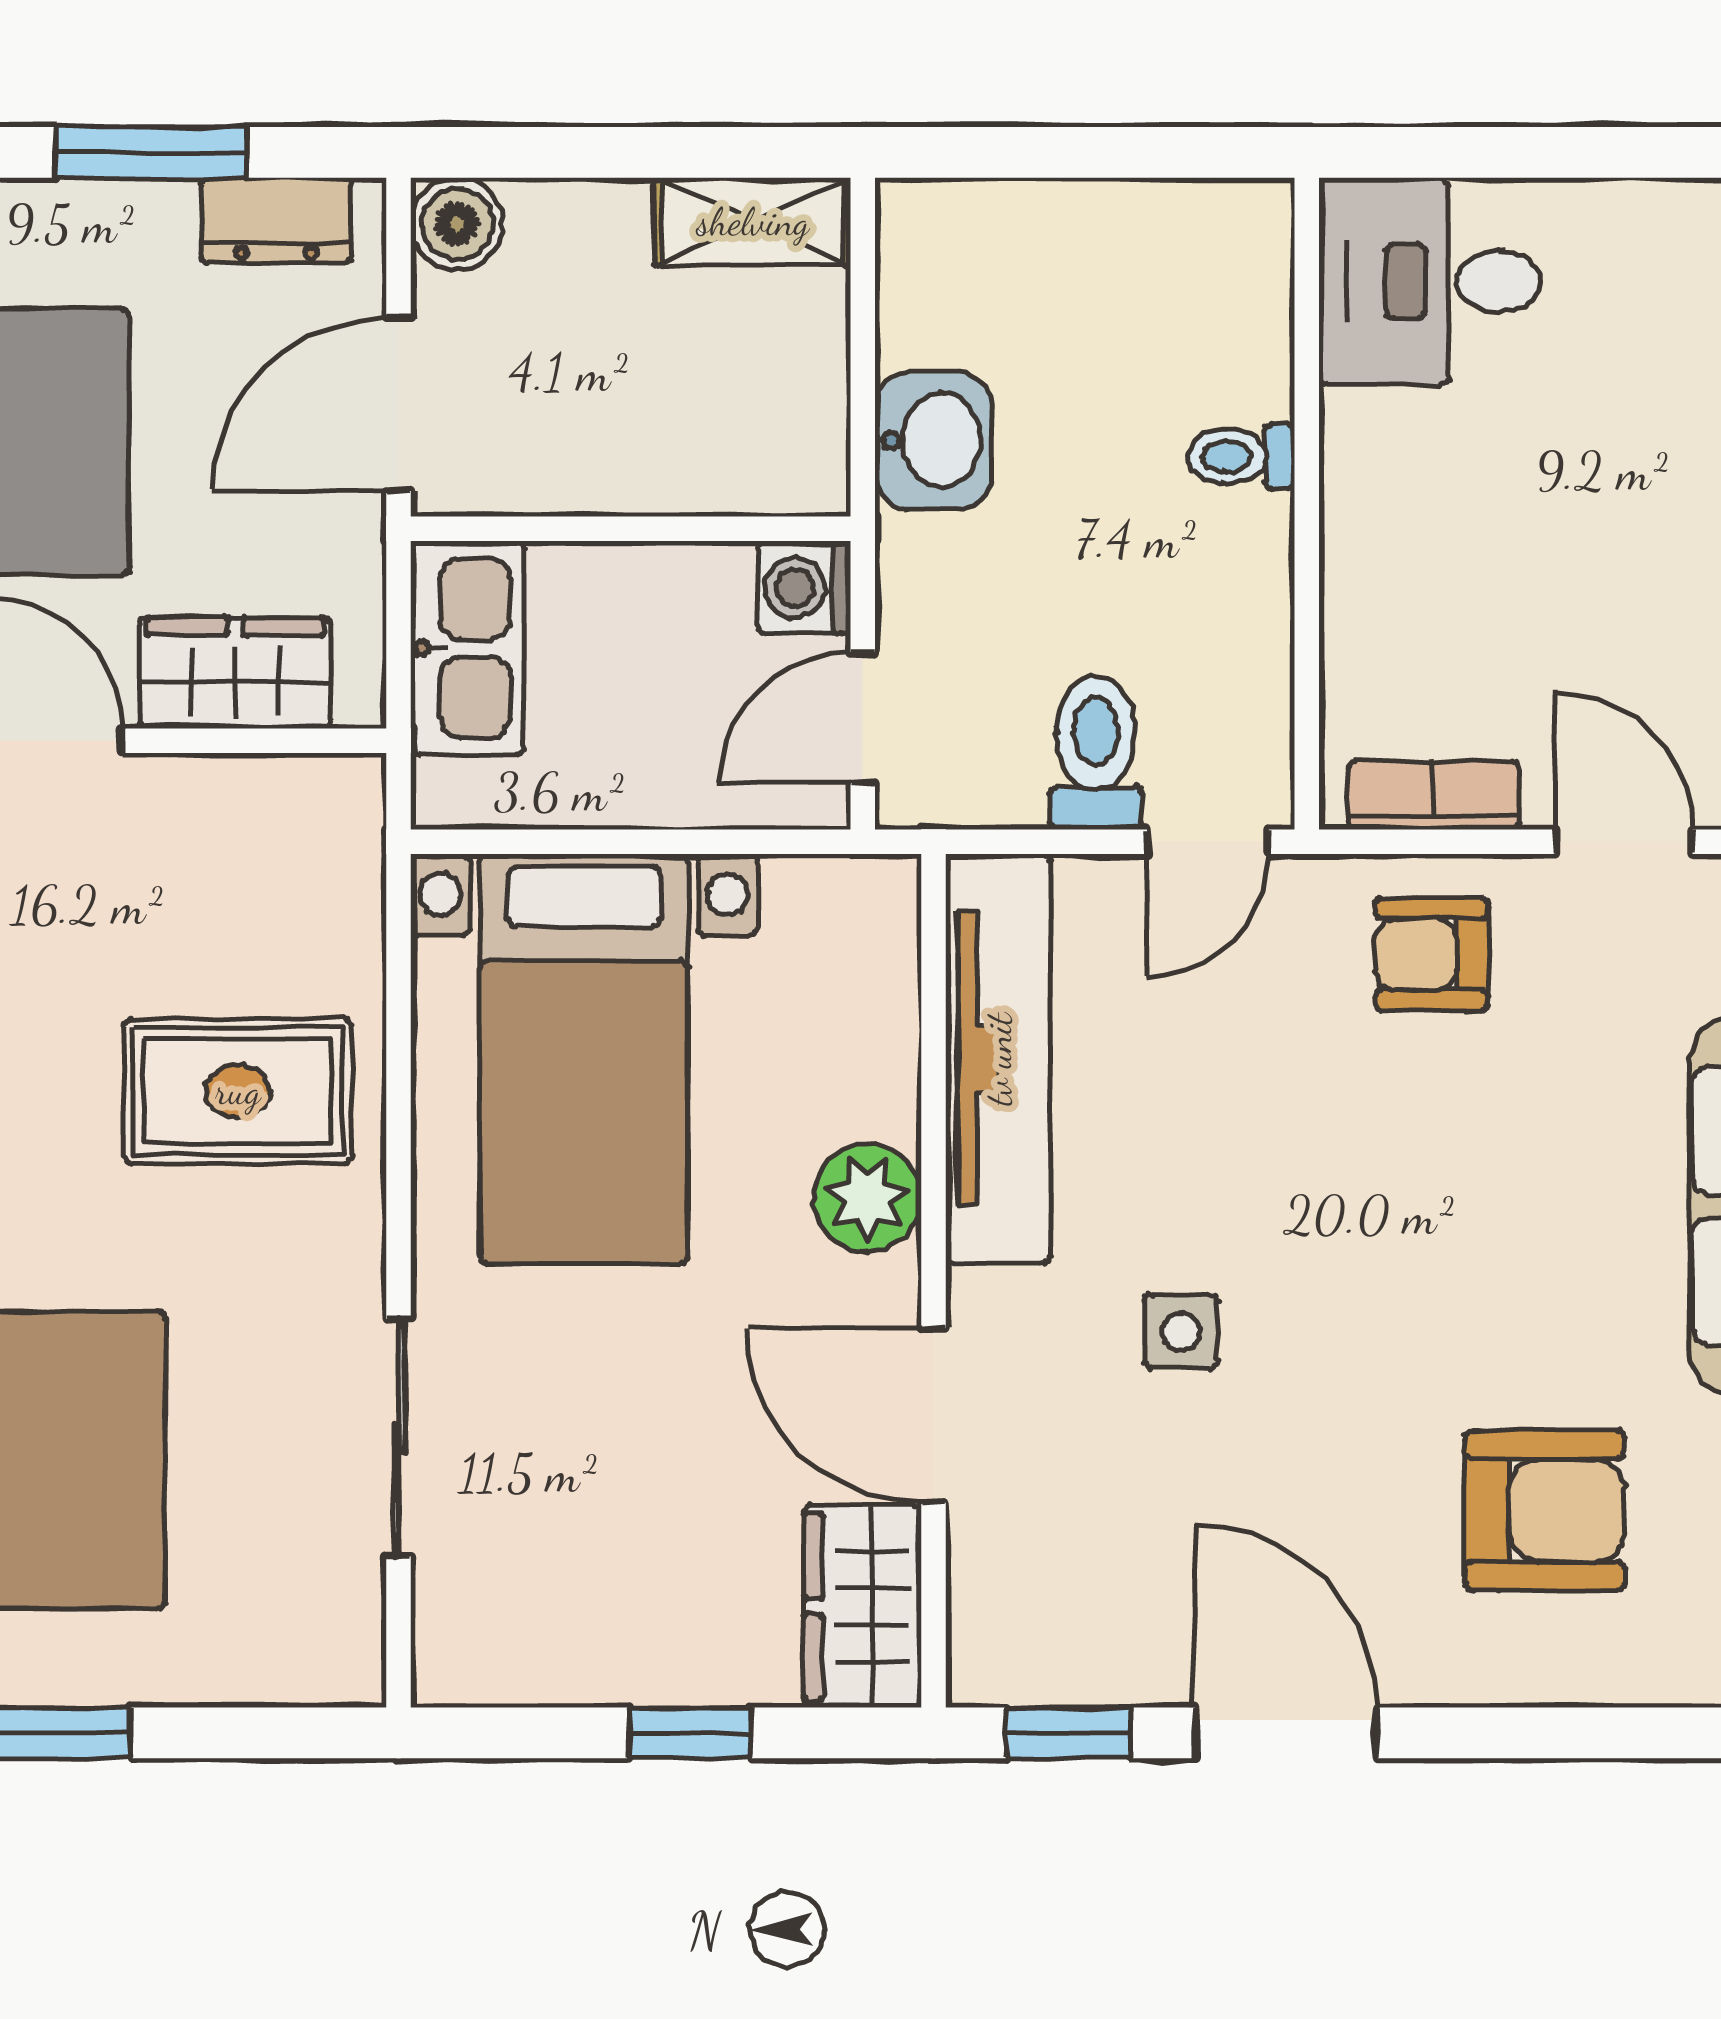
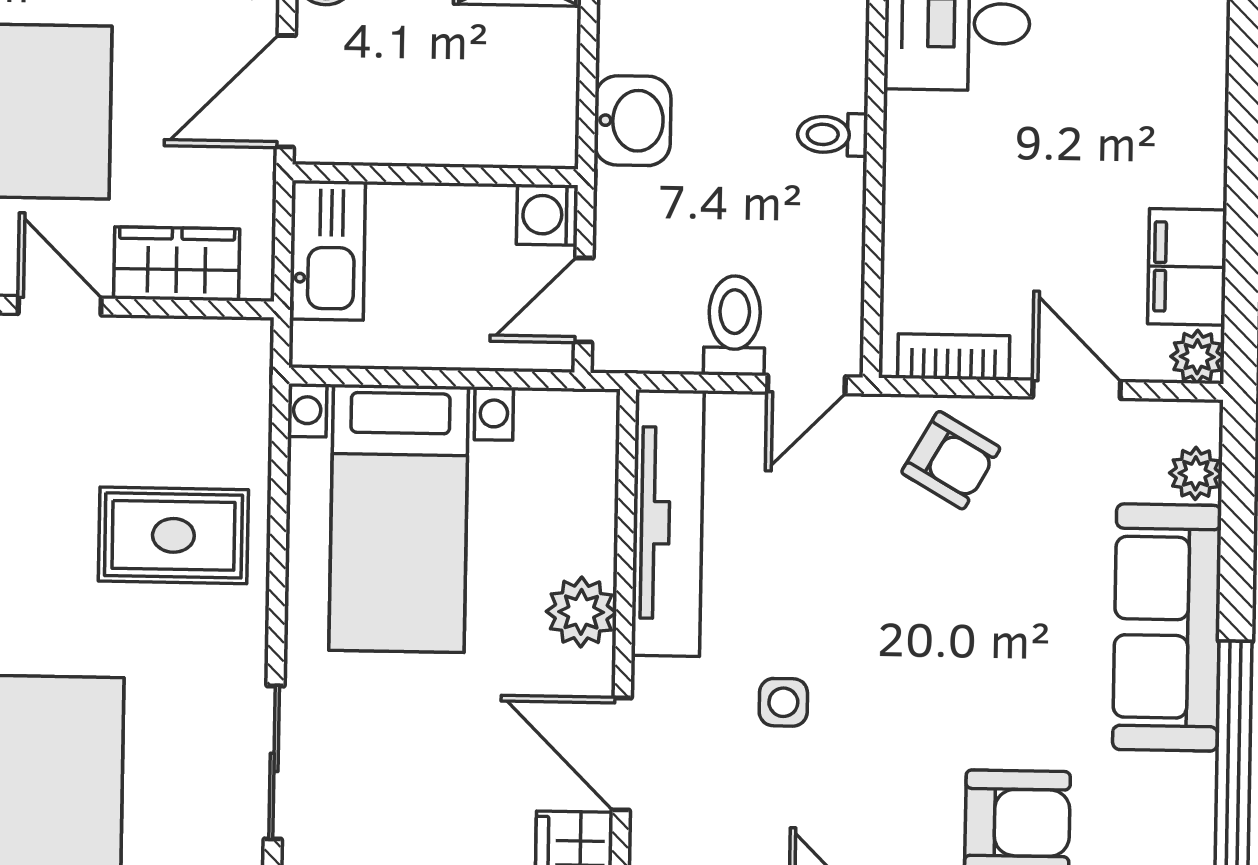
armchair: (1432, 954) -> (951, 460), turned -150

